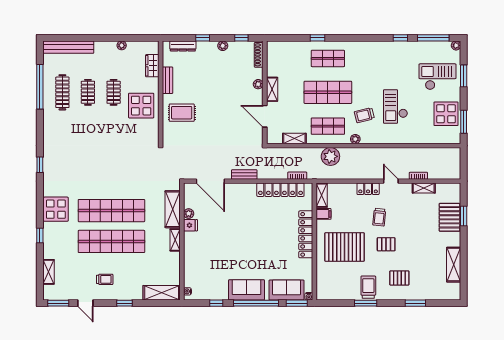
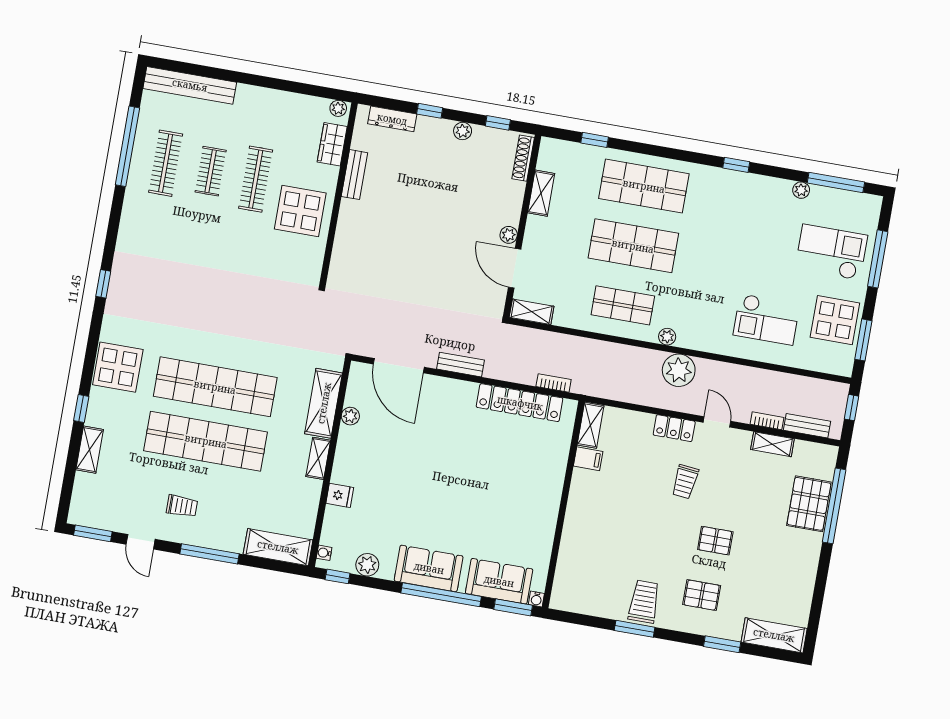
window: (317, 38) -> (595, 140), moved
window: (400, 38) -> (736, 165), moved
plant: (122, 45) -> (338, 108), moved
plant: (456, 45) -> (801, 190), moved
shop shelf: (328, 58) -> (644, 186), width x1.43, depth x1.36
window: (464, 76) -> (878, 259), width x1.44
plant: (258, 84) -> (509, 235), moved
shelving: (272, 89) -> (541, 193), moved
clothes rail: (114, 92) -> (256, 179), width x1.36
checkout: (396, 106) -> (766, 319), moved, turned -90
rug: (182, 113) -> (369, 236), removed
trolley: (364, 115) -> (690, 297), removed
shelving: (294, 139) -> (532, 312), moved
plant: (330, 156) -> (679, 370), moved
window: (464, 160) -> (851, 408), added
bench: (441, 175) -> (807, 426), added
window: (464, 216) -> (834, 506), width x2.11
fridge: (191, 225) -> (340, 495), moved
locker: (306, 234) -> (550, 489), removed
pallet: (386, 244) -> (715, 541), moved
pallet: (345, 247) -> (615, 523), removed
shelving: (454, 265) -> (774, 635), moved, turned 90
shelving: (48, 272) -> (90, 450), moved
plant: (212, 294) -> (367, 565), added
window: (125, 303) -> (210, 554), width x2.17
window: (216, 303) -> (338, 576), moved

